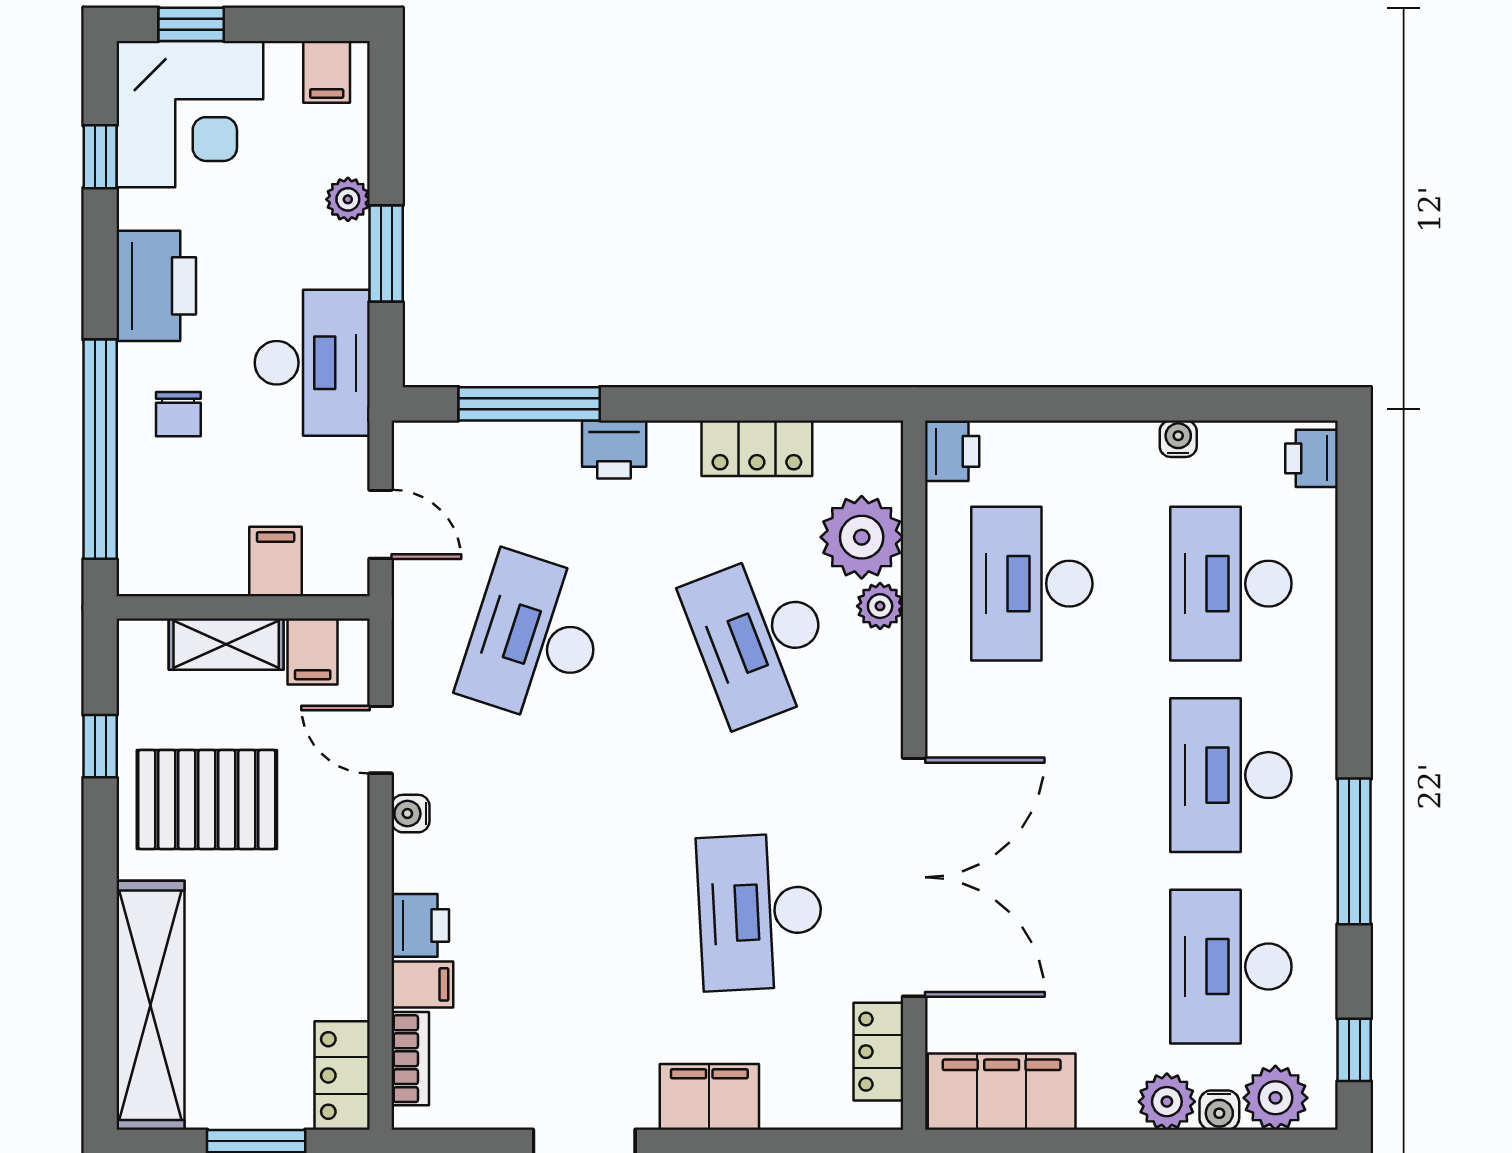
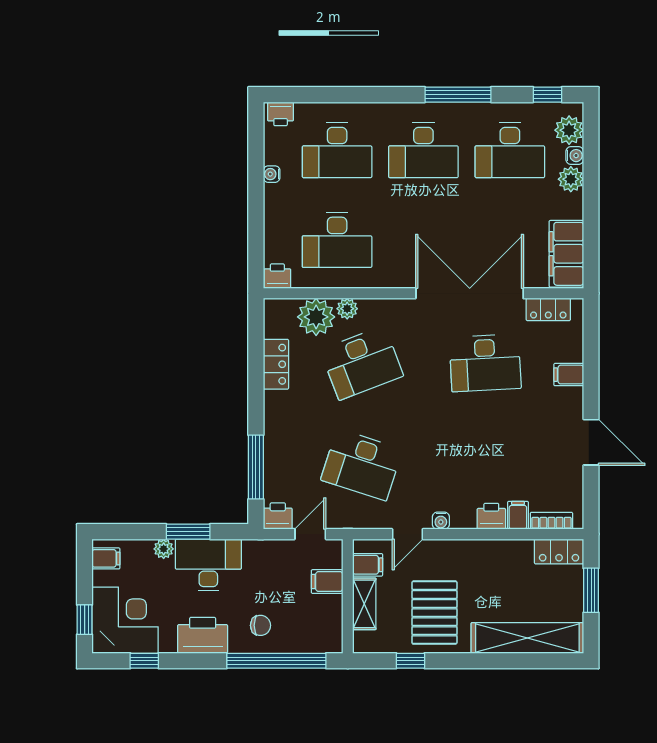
desk: (312, 363) -> (208, 565), moved
printer: (614, 449) -> (278, 516), moved, turned -90
filing cabinet: (709, 1097) -> (569, 375), width x0.50

